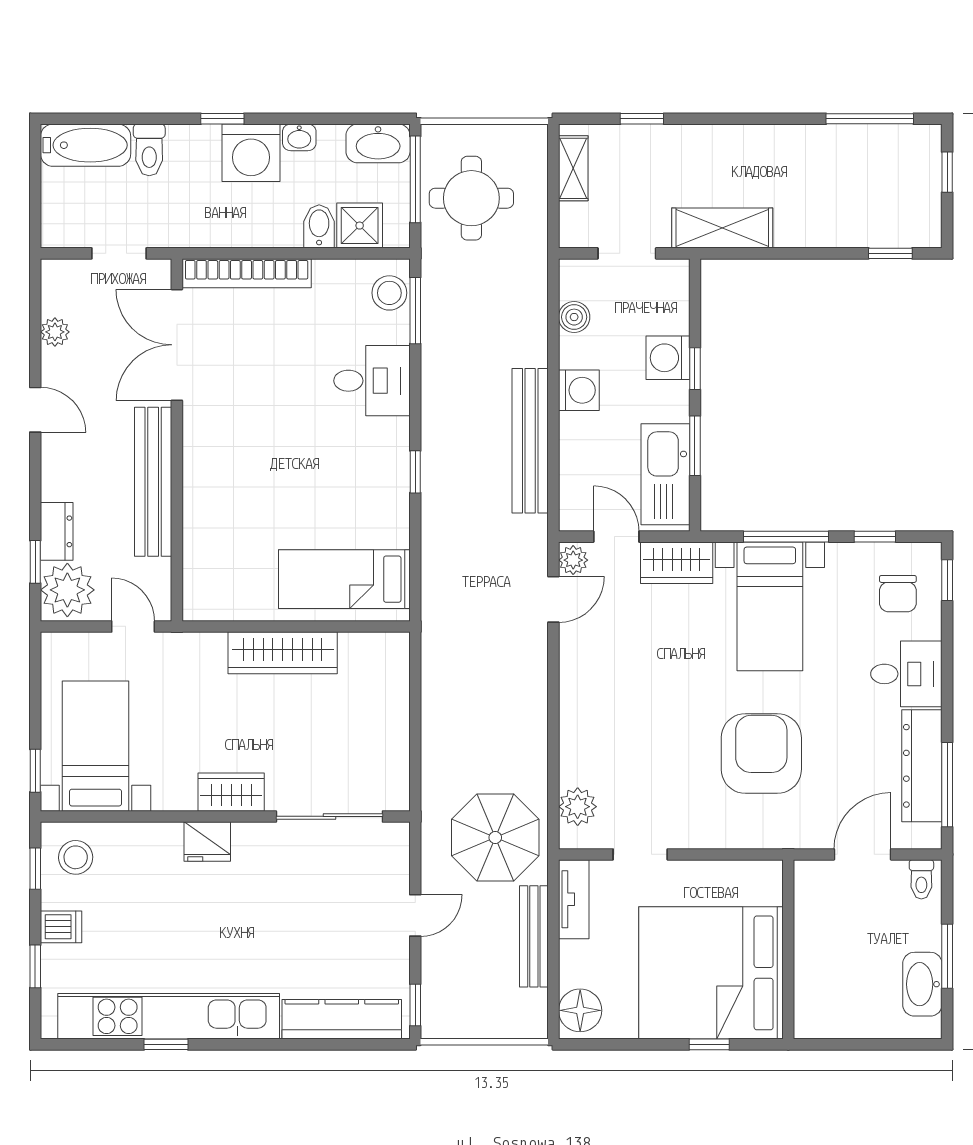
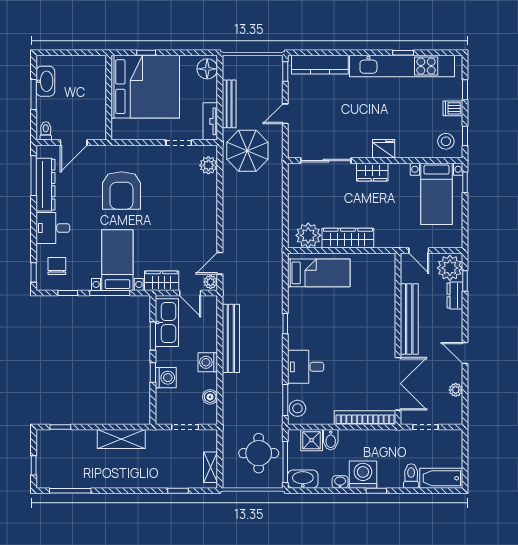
shelving: (722, 228) -> (121, 439), moved
plant: (367, 658) -> (308, 235), added

